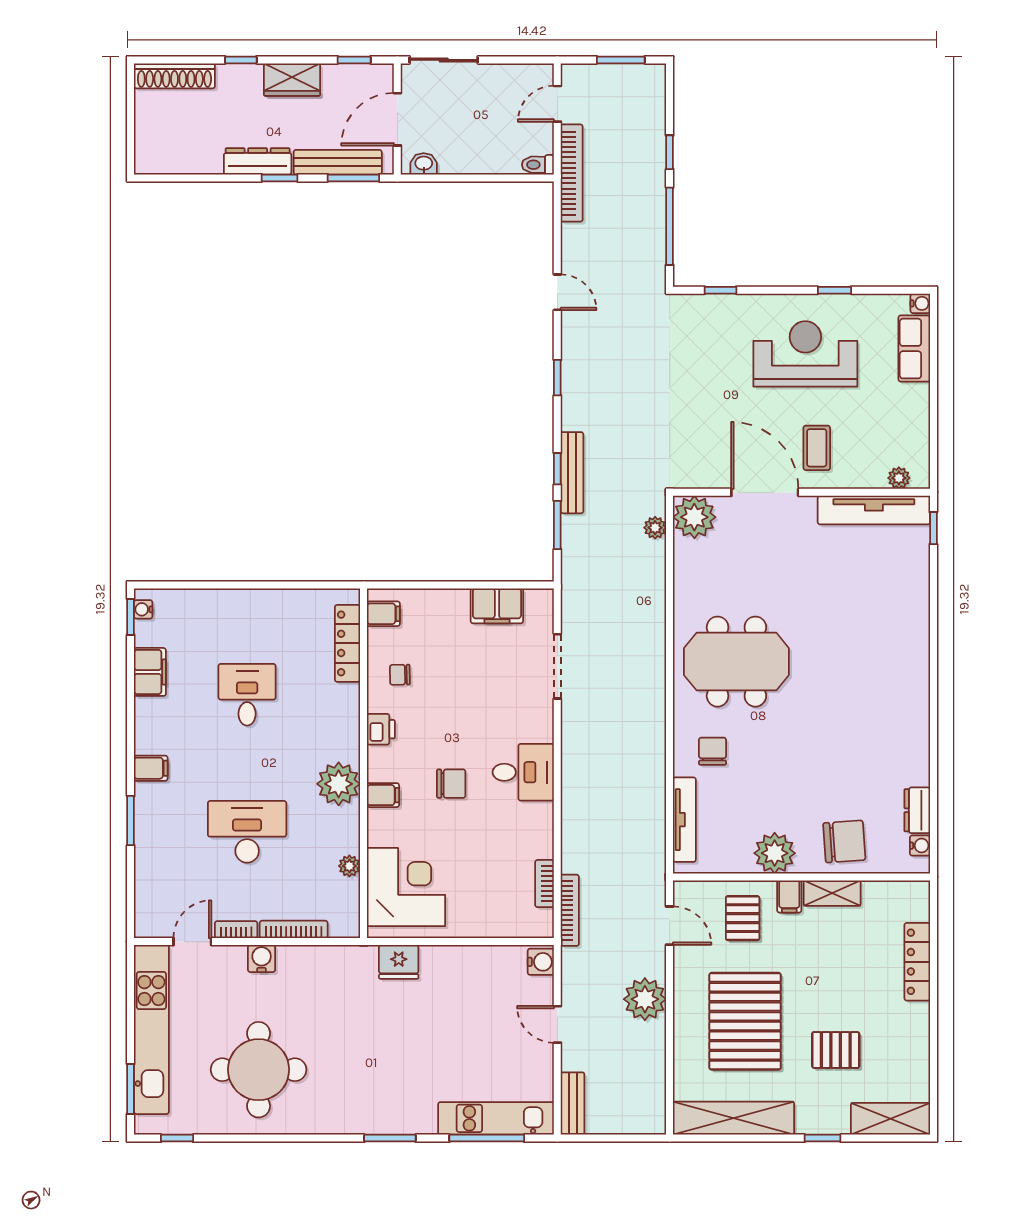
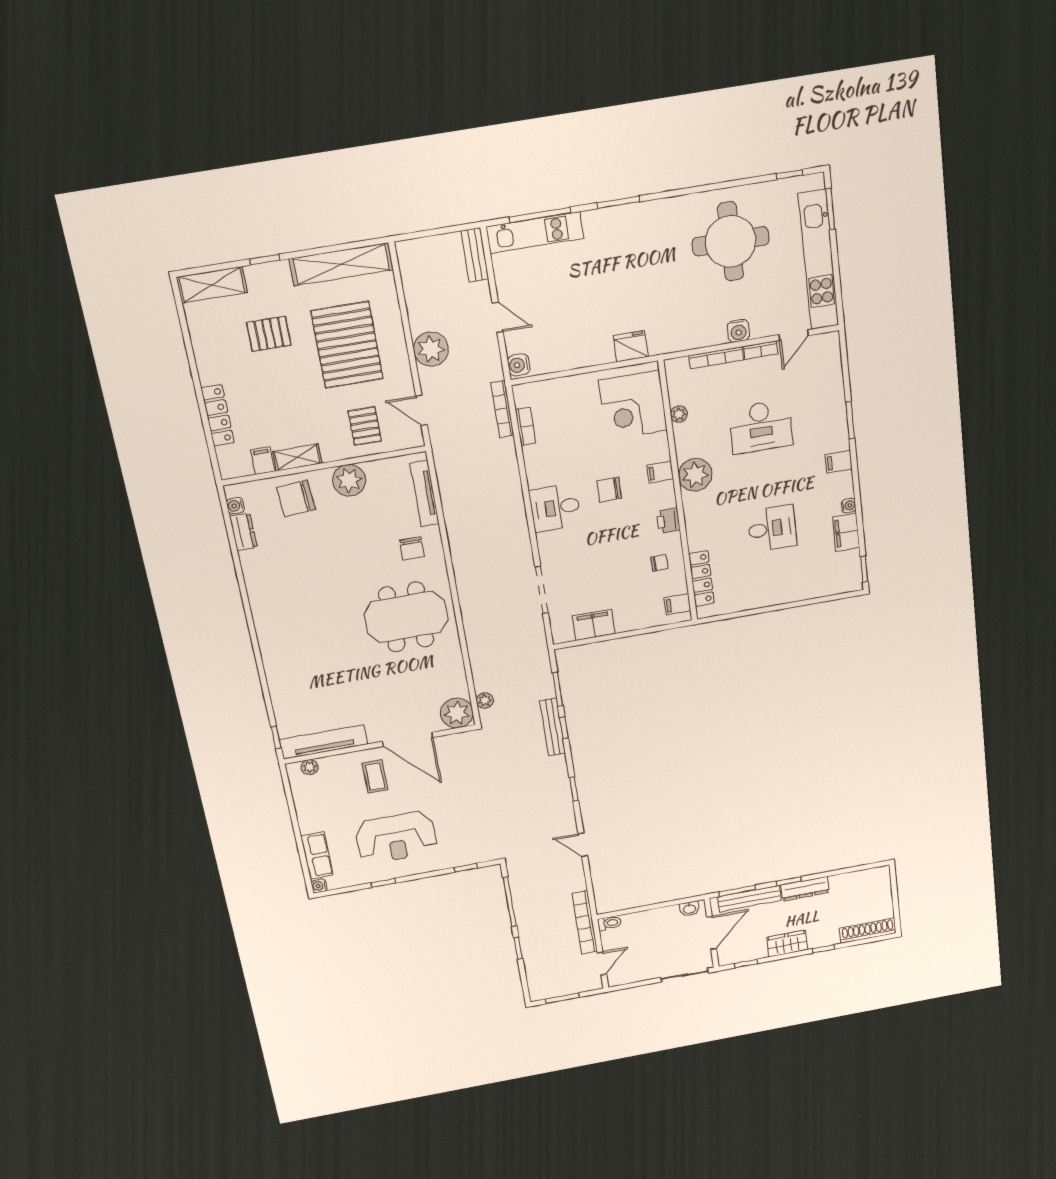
water cooler: (143, 609) -> (849, 506), moved
desk: (247, 695) -> (772, 528), turned -90
filing cabinet: (789, 896) -> (263, 461), moved

